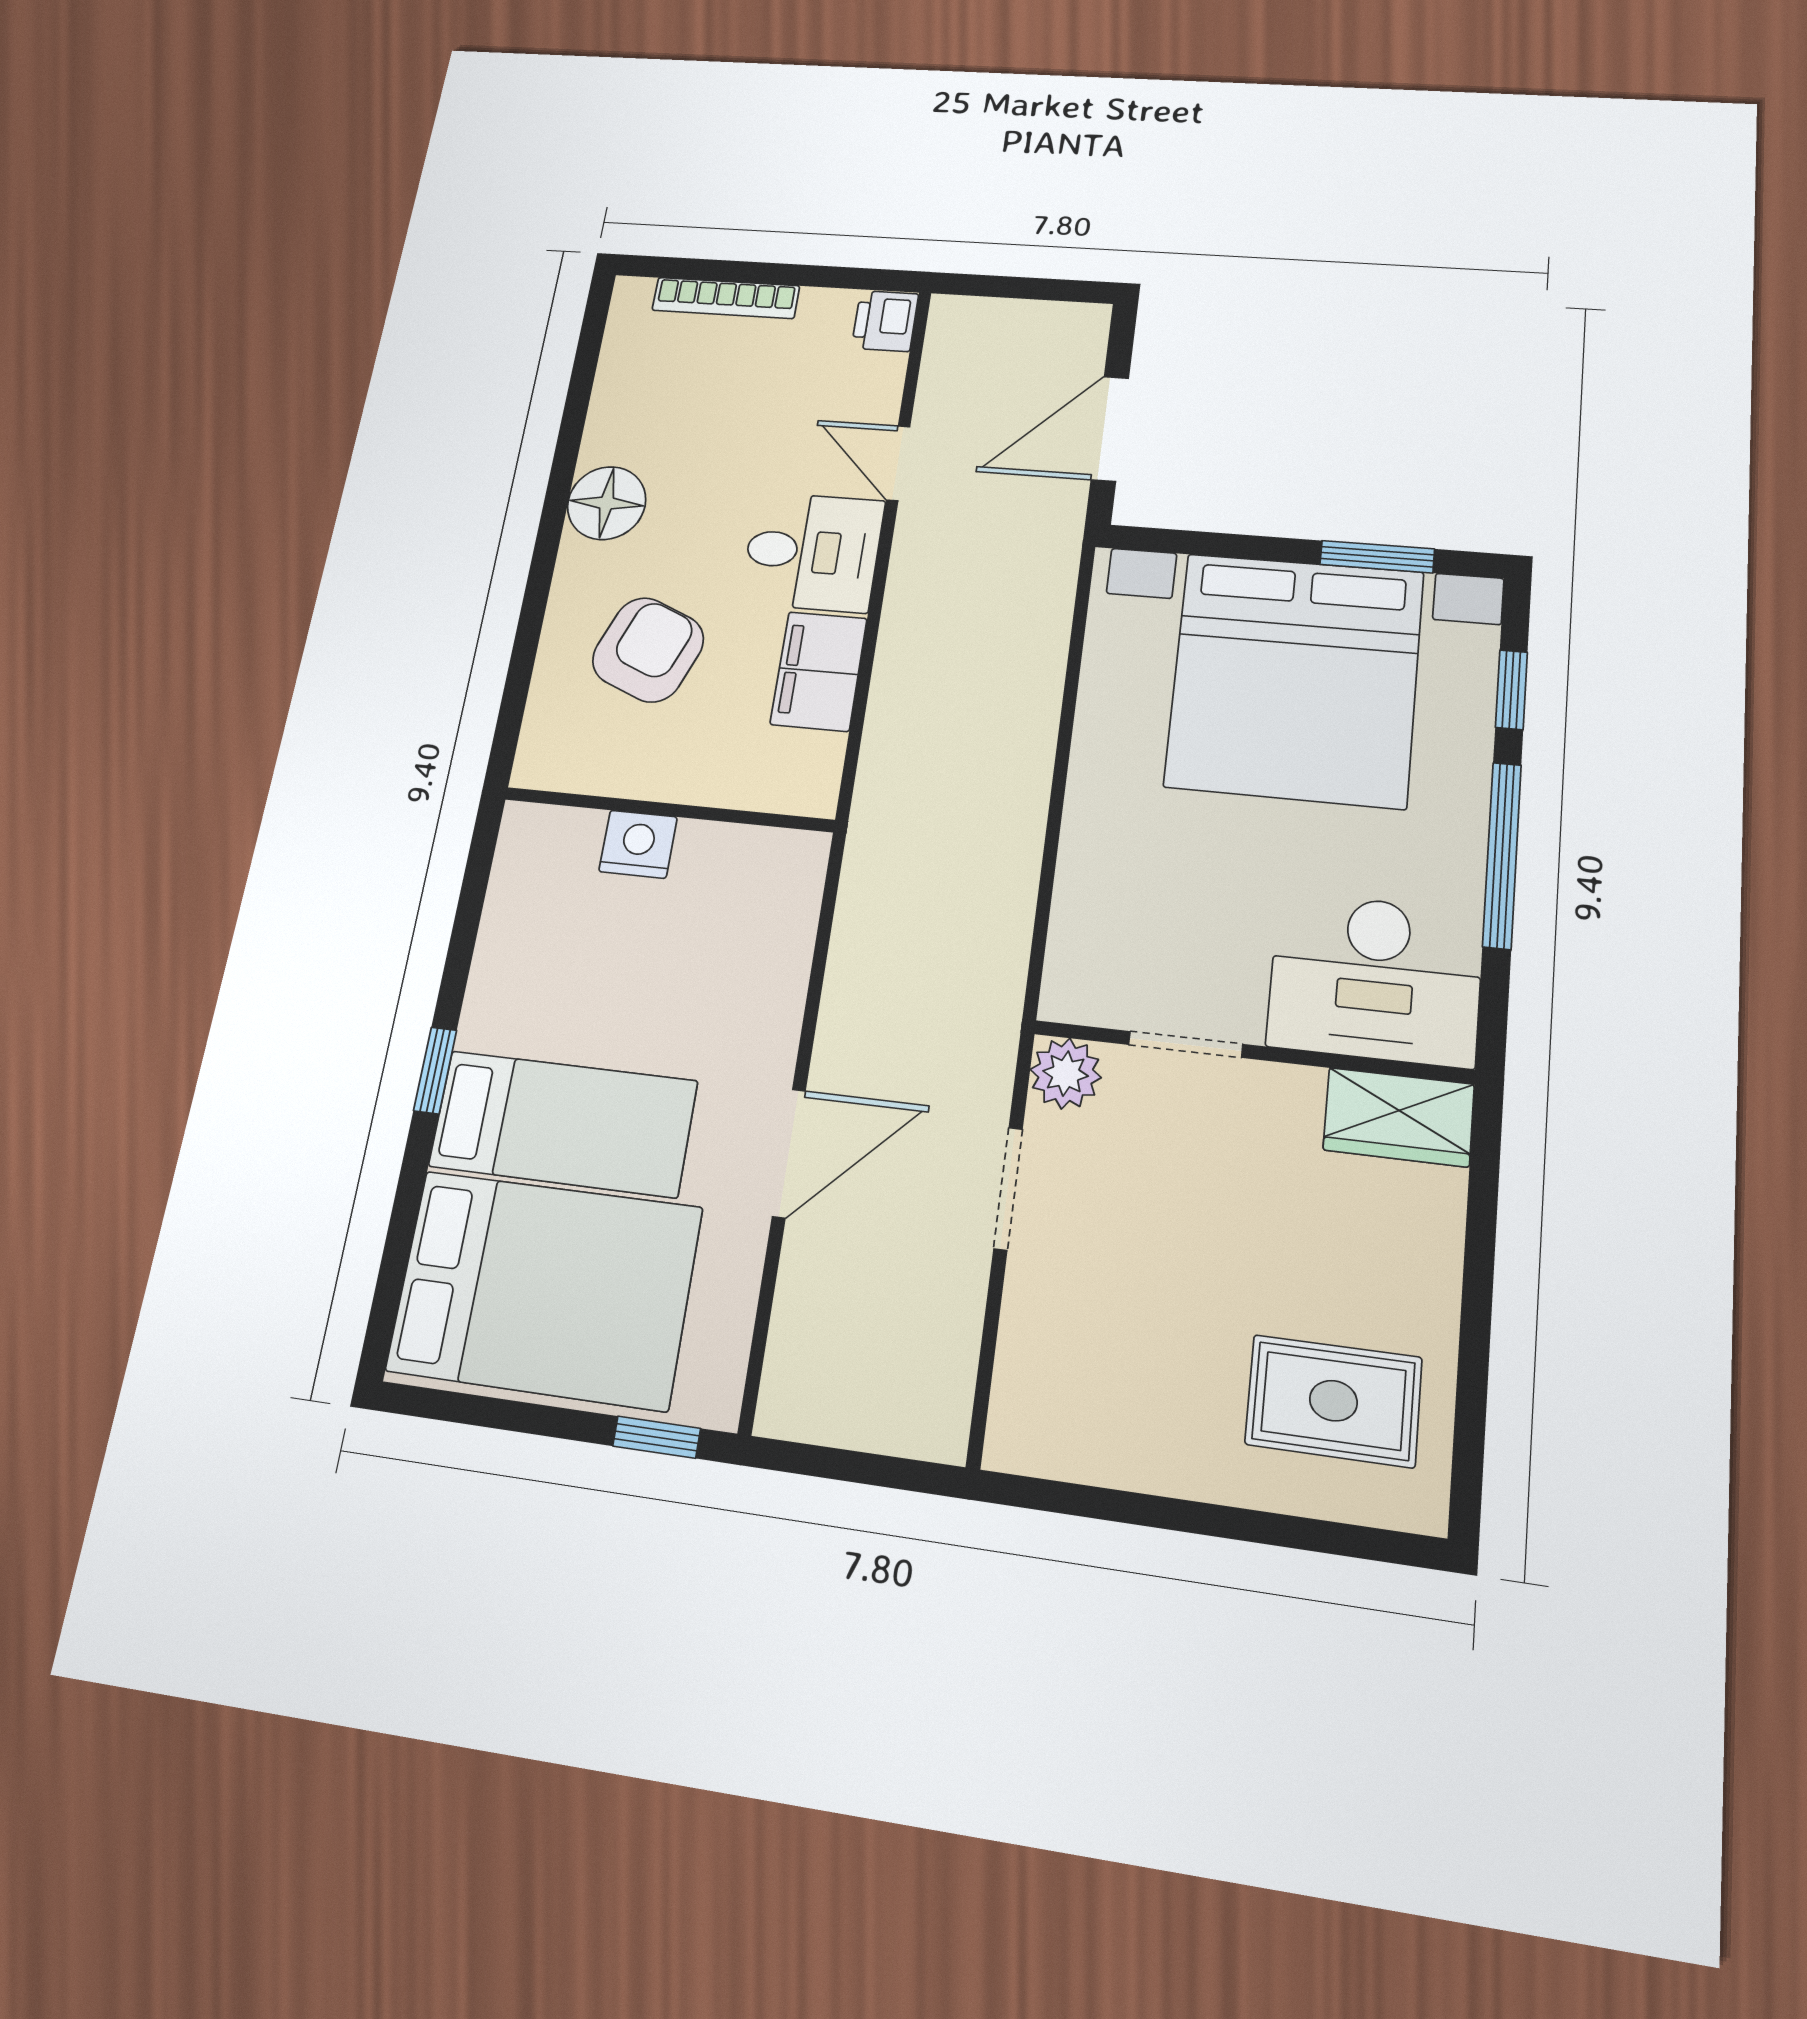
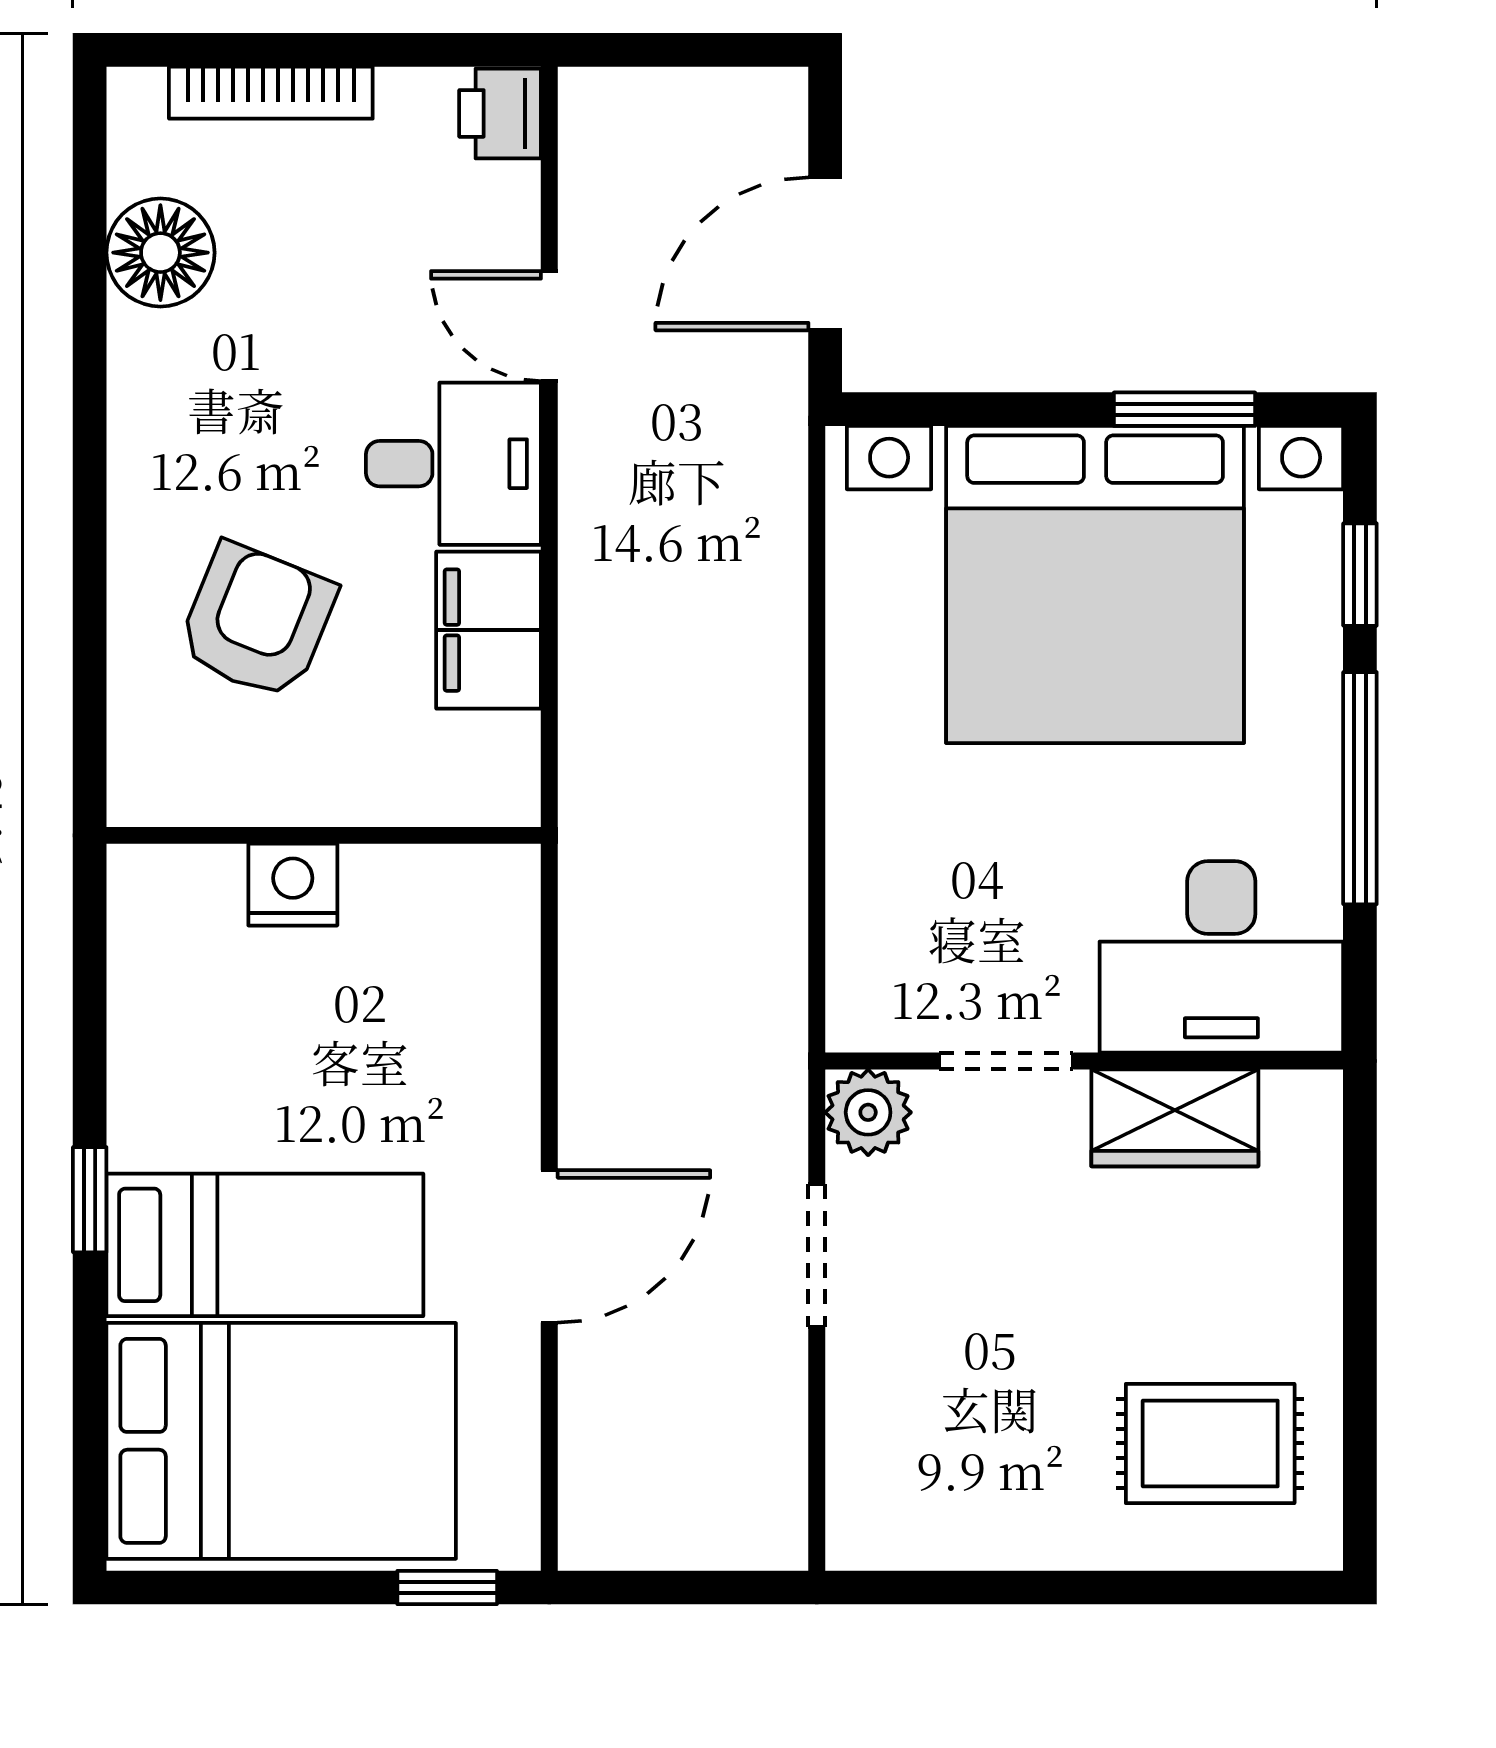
floor lamp: (607, 503) -> (160, 253), moved
wardrobe: (1399, 1117) -> (1175, 1118), moved

